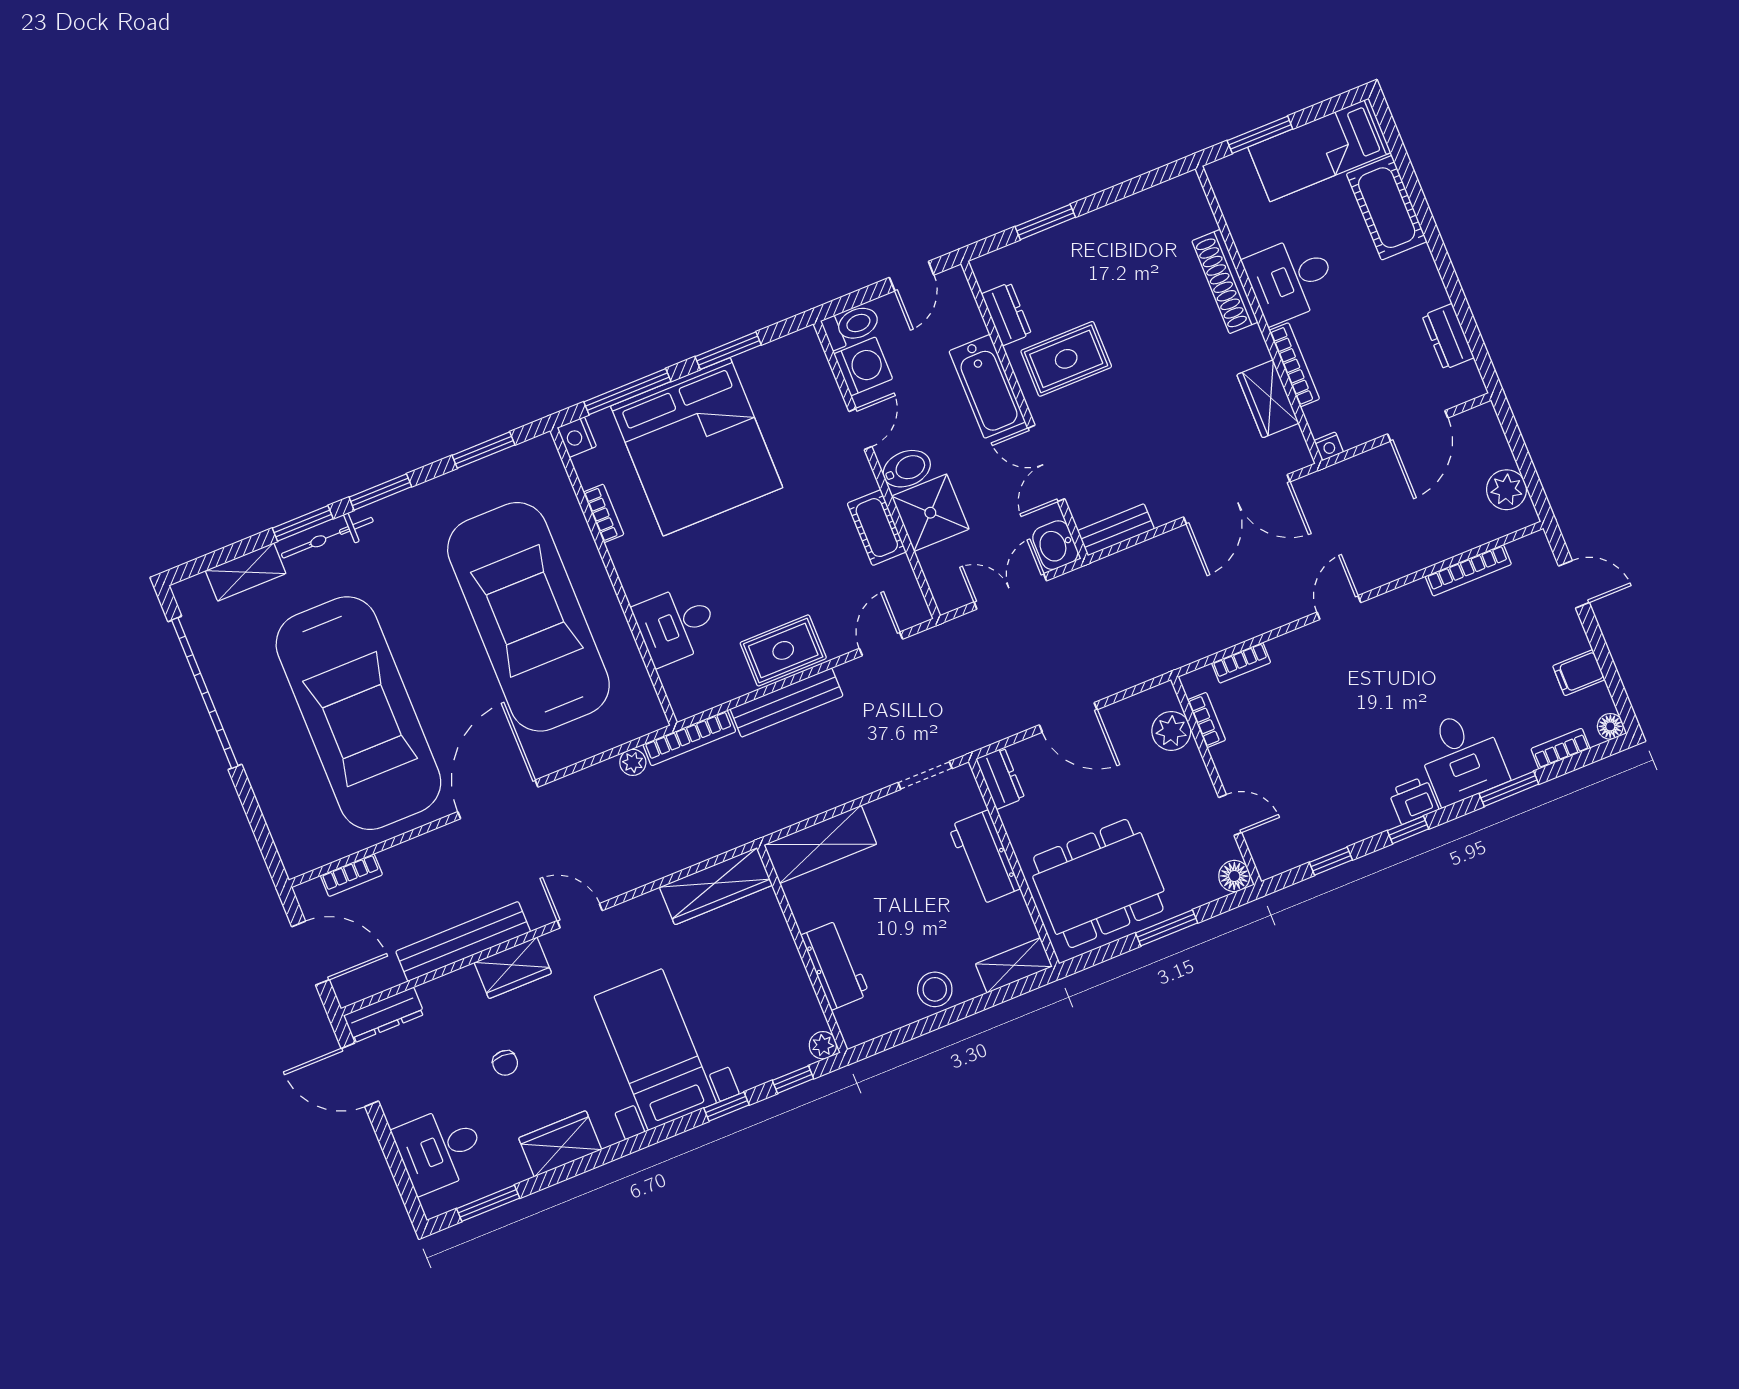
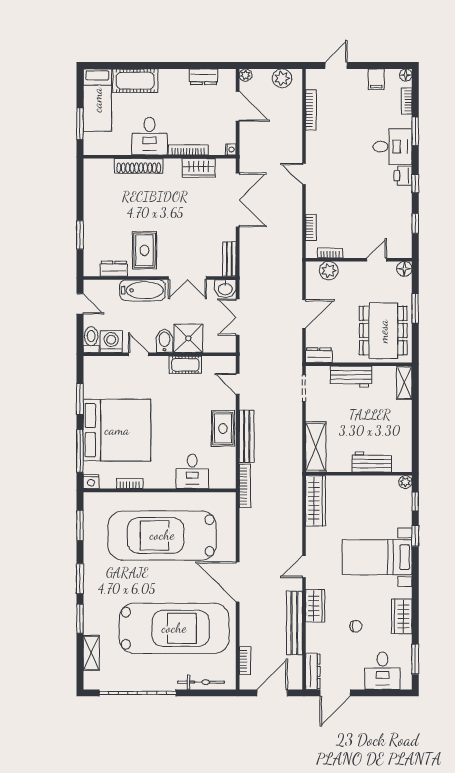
bicycle: (327, 538) -> (201, 682), moved, turned -90
plant: (633, 762) -> (246, 75), moved
stool: (935, 989) -> (401, 422), removed

